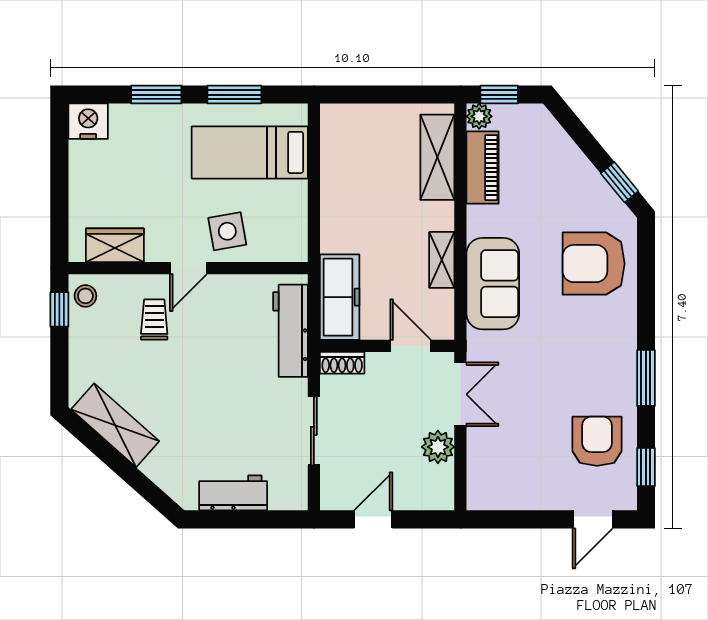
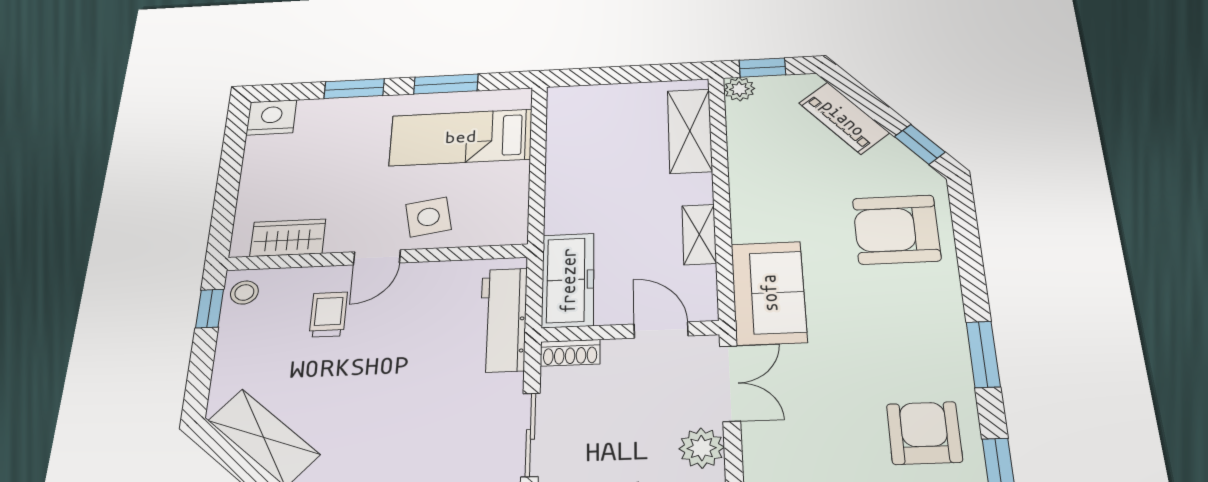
piano: (483, 168) -> (844, 118), moved, turned 141
sofa: (493, 284) -> (769, 293), moved

